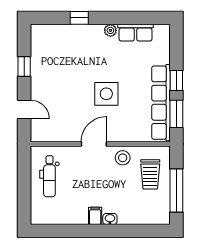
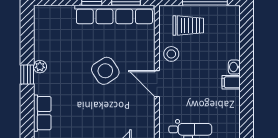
window: (79, 18) -> (27, 74), moved
row of seats: (136, 33) -> (42, 113), moved
side table: (106, 94) -> (105, 71), turned -33

